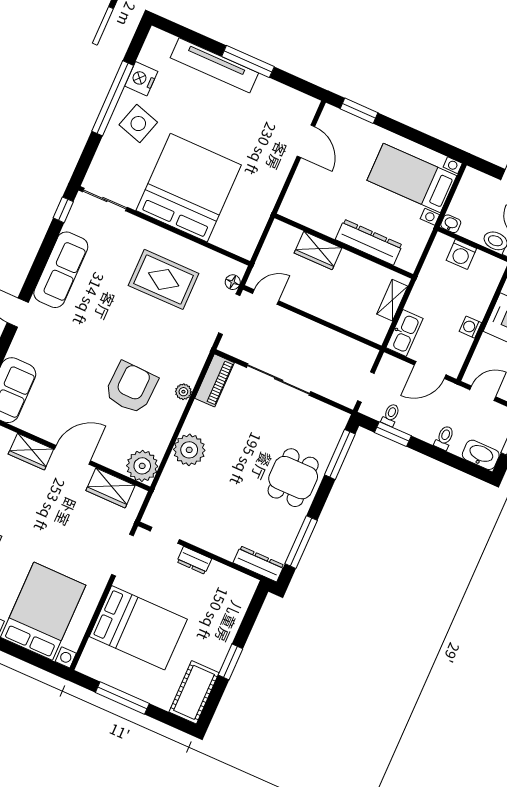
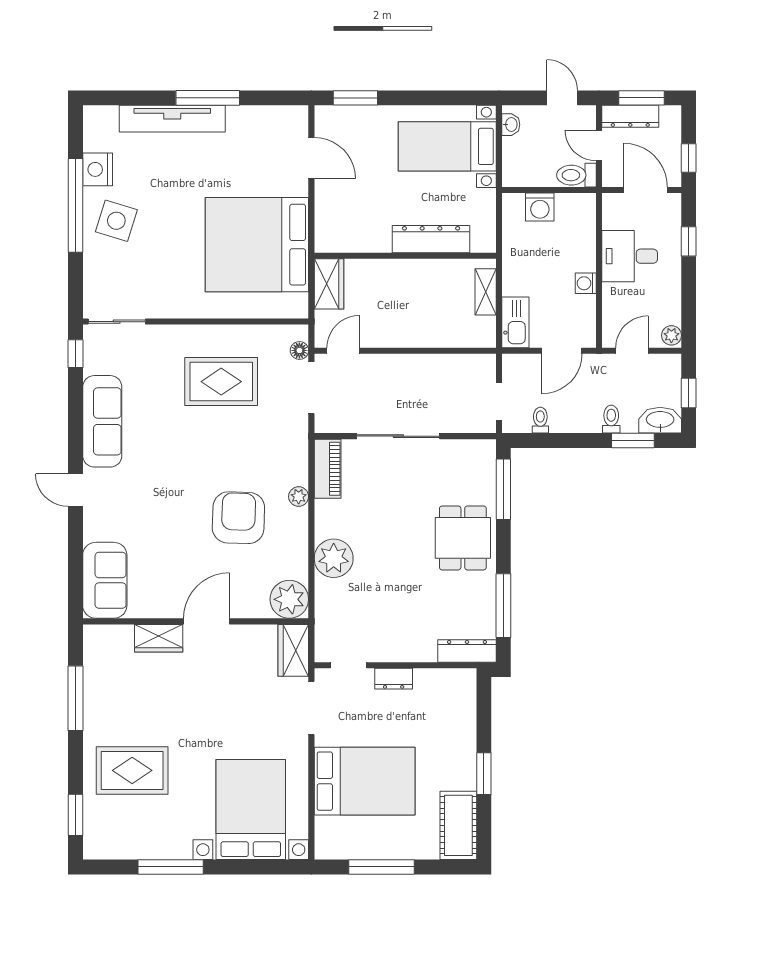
bed: (189, 188) -> (257, 245), moved, turned -90
washbasin: (451, 224) -> (511, 125), moved, turned 90
wardrobe: (318, 251) -> (329, 284), moved, turned -90
window: (393, 434) -> (633, 441), moved
wardrobe: (110, 488) -> (293, 650), moved, turned 90

